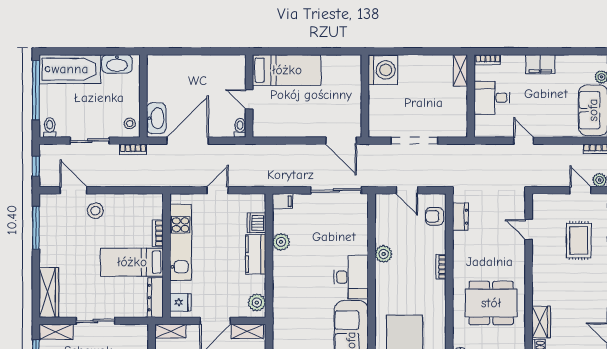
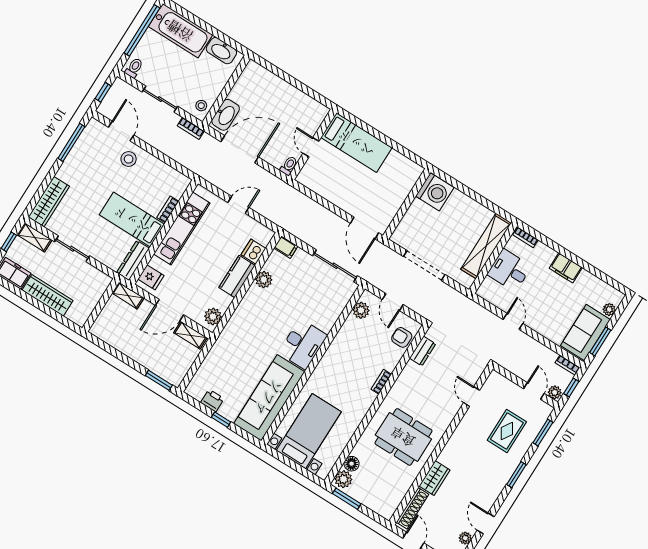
shelving: (460, 70) -> (486, 246), width x2.20, depth x1.33
plant: (384, 254) -> (361, 310), moved

